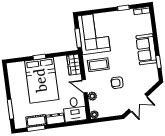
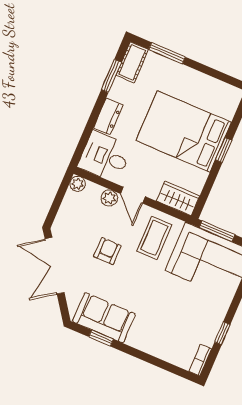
sofa: (146, 49) -> (104, 318), moved
door: (85, 86) -> (133, 195), swing flipped
double door: (138, 103) -> (55, 266), width x1.37
cot: (36, 121) -> (132, 62), moved

